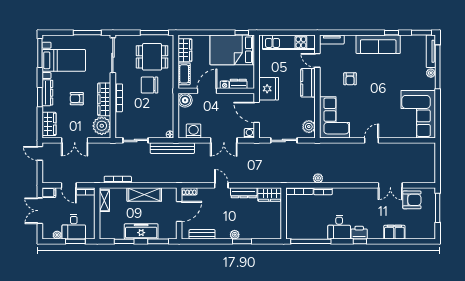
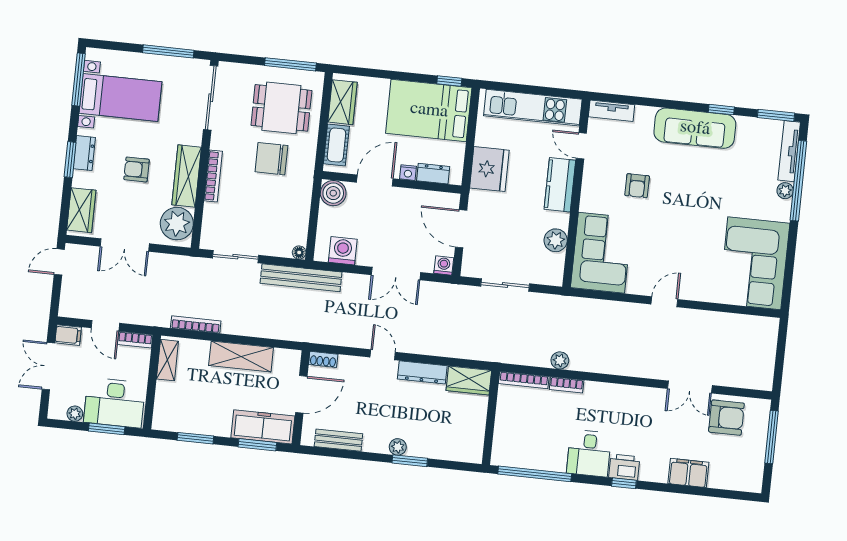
fridge: (269, 89) -> (489, 169), moved
dresser: (47, 93) -> (84, 153), width x0.70
plant: (309, 127) -> (556, 240), moved
door: (40, 153) -> (59, 262), hinge flipped
desk: (74, 227) -> (115, 403), width x1.37
freezer: (141, 231) -> (263, 427), moved

